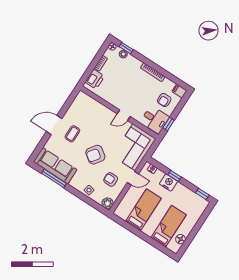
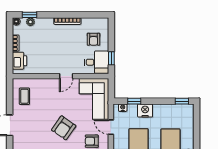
filing cabinet: (179, 91) -> (102, 22), removed
coffee table: (72, 134) -> (24, 96), moved
window: (175, 176) -> (134, 101), moved
door: (133, 178) -> (111, 127), swing flipped

